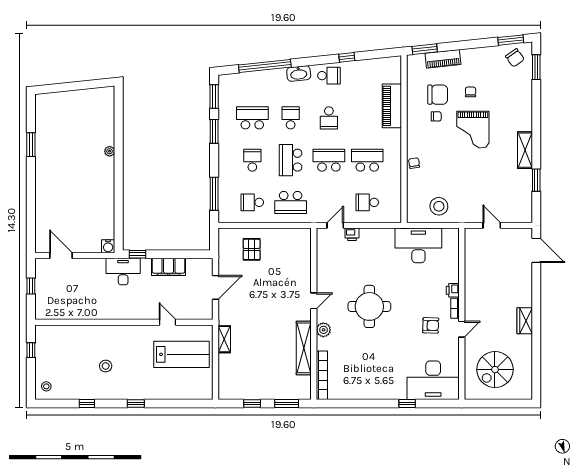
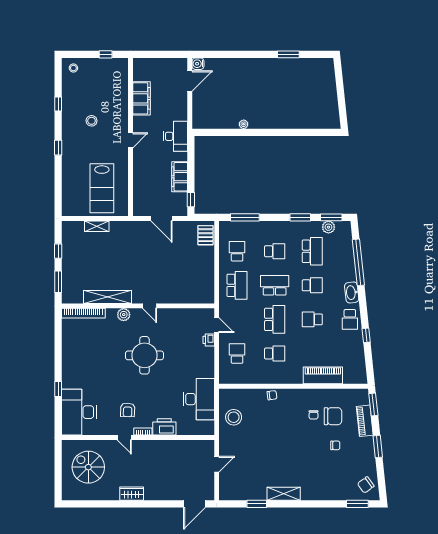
window: (511, 40) -> (378, 447), moved
chair: (438, 95) -> (333, 416), turned -90
plant: (225, 100) -> (328, 227), added
grand piano: (473, 130) -> (302, 447), removed
plant: (110, 151) -> (244, 124), moved
school desk: (367, 160) -> (275, 353), width x0.54
school desk: (291, 202) -> (237, 285), turned 180
water cooler: (108, 246) -> (198, 64), moved
pallet: (252, 249) -> (205, 235), moved, turned 90
window: (137, 254) -> (191, 200), moved
window: (31, 286) -> (163, 54), removed
printer: (453, 290) -> (164, 427), width x1.87, depth x1.48
filing cabinet: (80, 310) -> (141, 98), added
door: (167, 322) -> (130, 140), moved
shelving: (224, 339) -> (97, 226), moved

